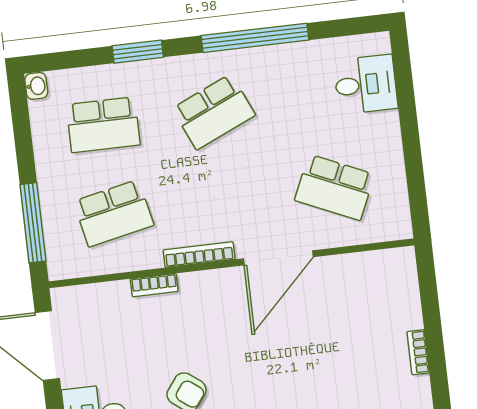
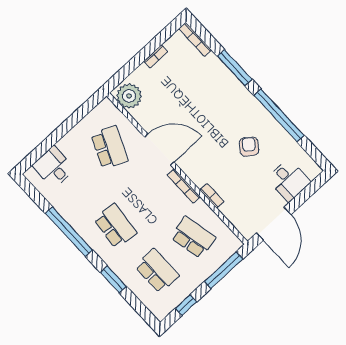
washbasin: (36, 86) -> (162, 313), removed
school desk: (214, 112) -> (115, 226), turned 30
window: (22, 130) -> (186, 305), added
plant: (389, 271) -> (129, 96), added

